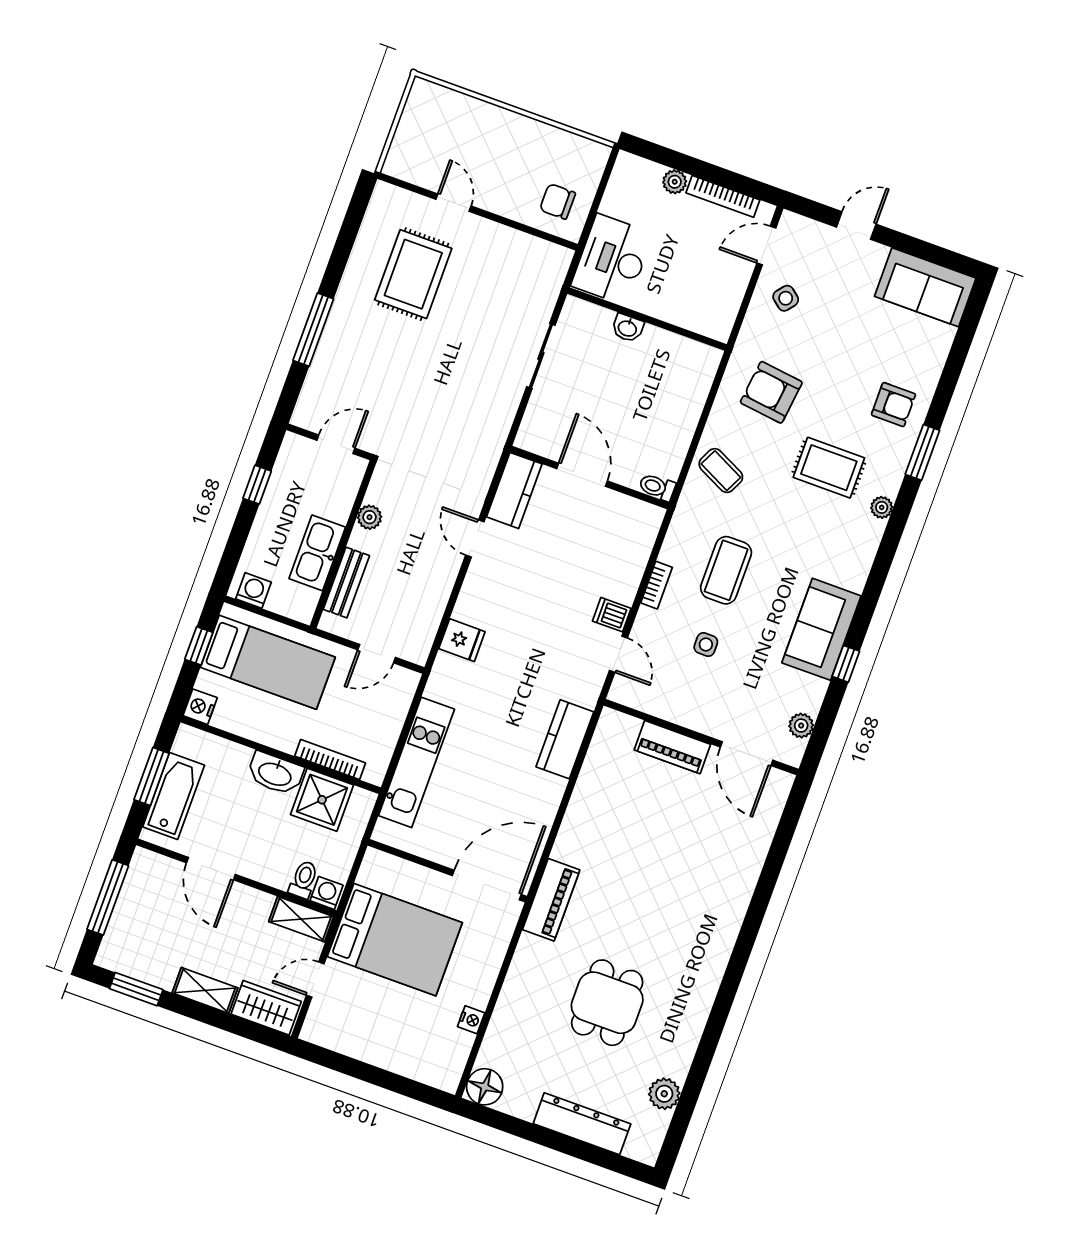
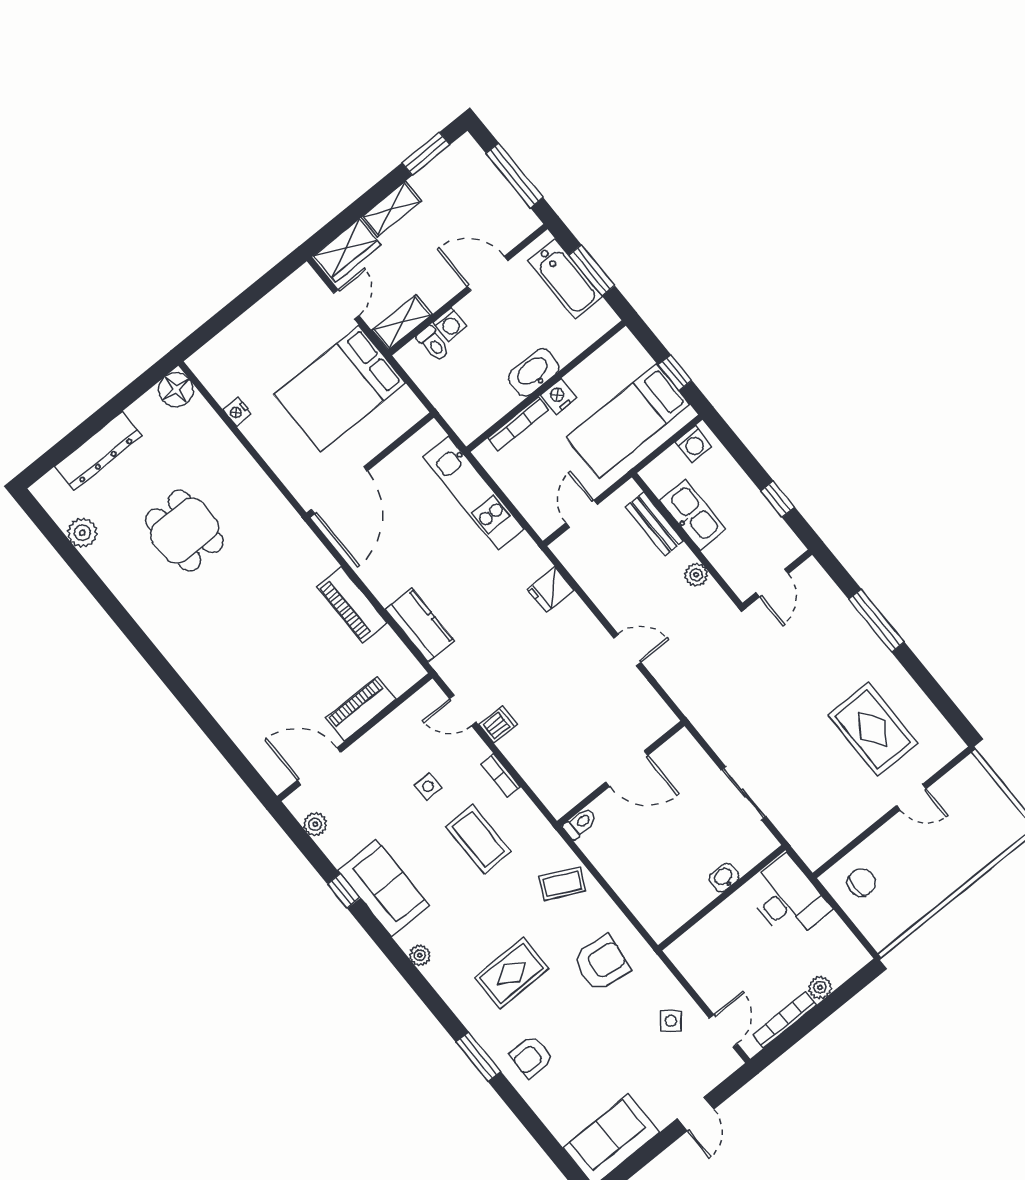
kitchen counter: (514, 490) -> (647, 706), removed
plant: (882, 507) -> (420, 955), moved
nightstand: (200, 707) -> (558, 396), moved, turned -90
shower: (322, 800) -> (489, 398), removed
washing machine: (327, 893) -> (450, 324), moved
piano: (551, 900) -> (352, 605), moved

